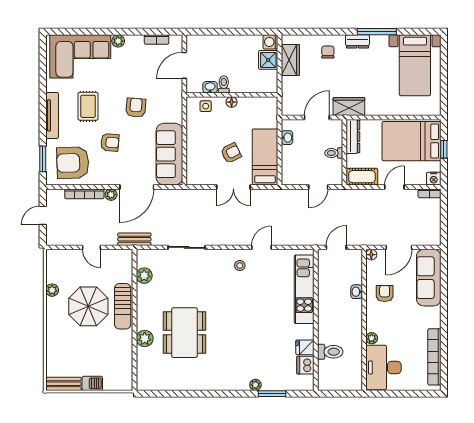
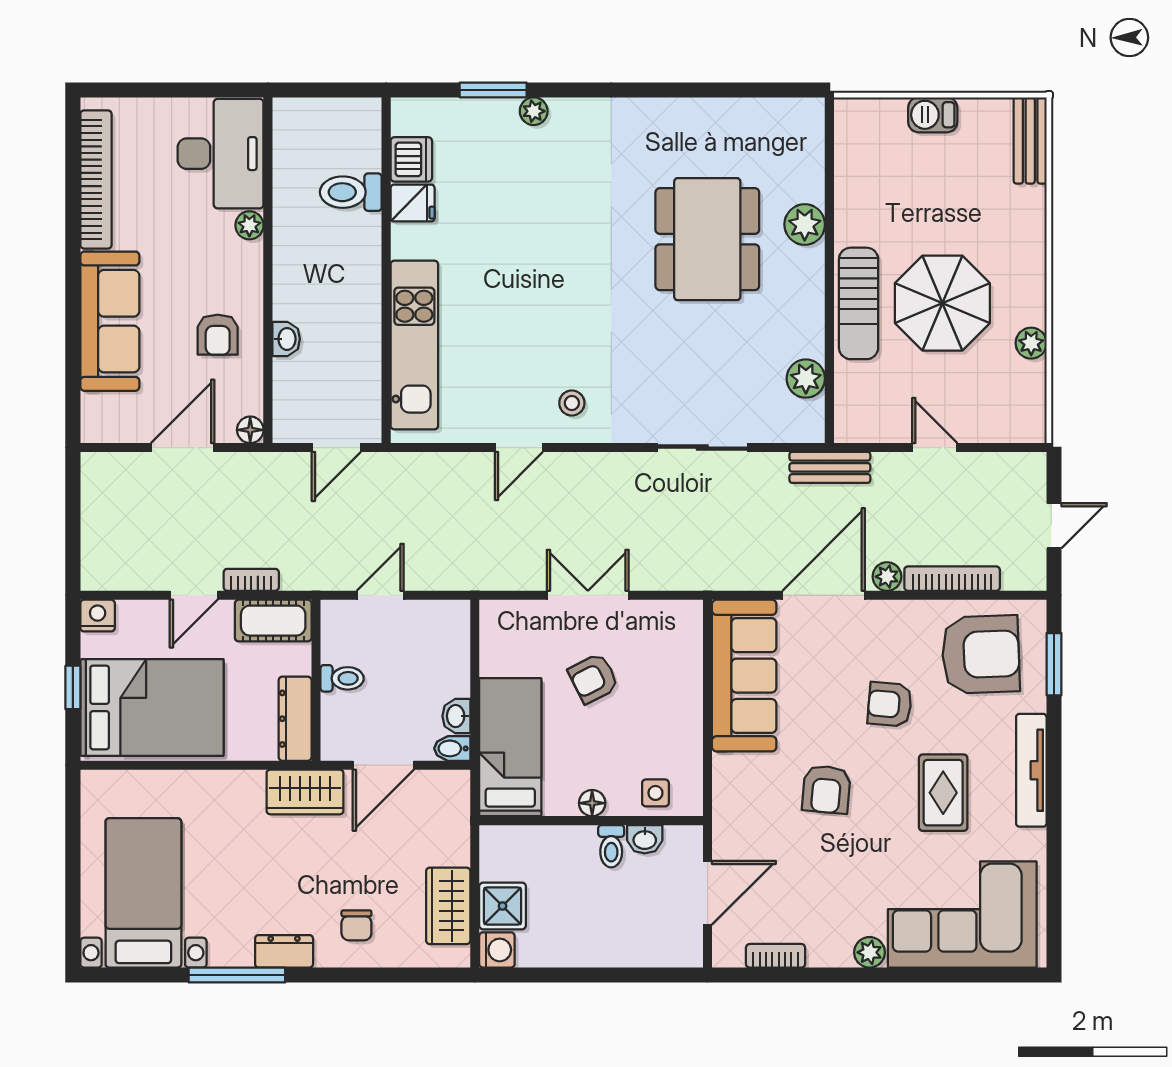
bidet: (289, 124) -> (452, 748), added
bed: (265, 157) -> (510, 747), moved, turned 180
bookcase: (430, 193) -> (251, 580), moved
sofa: (429, 278) -> (110, 321), moved
sun lounger: (123, 306) -> (859, 303), turned 180
bench: (63, 384) -> (1030, 140), moved, turned 90

